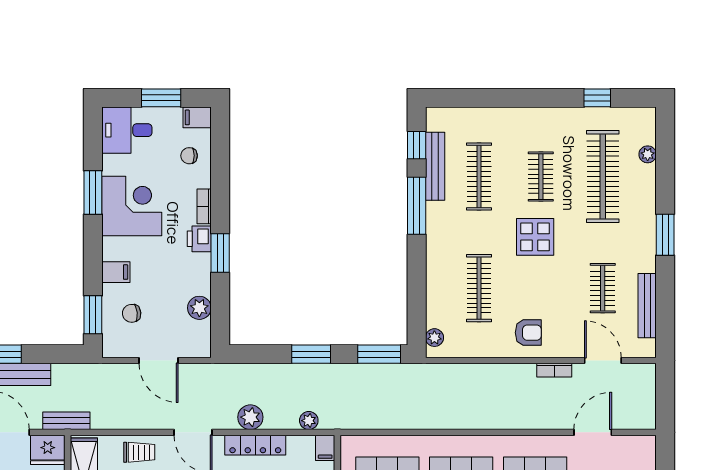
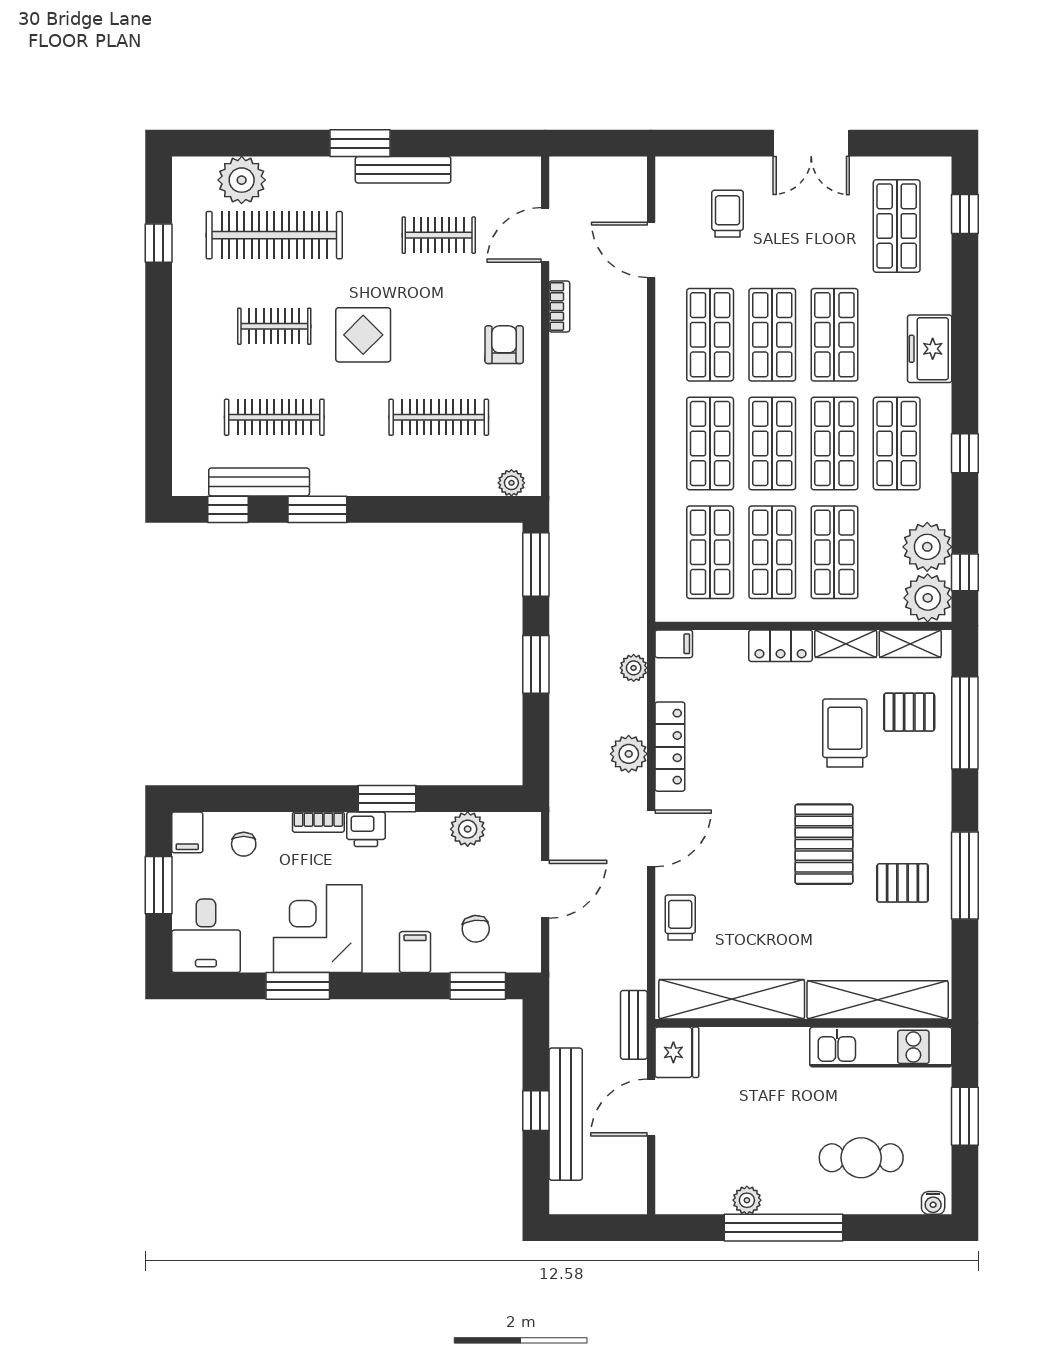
plant: (648, 154) -> (242, 180), width x1.87, depth x1.87
window: (417, 206) -> (317, 509), width x0.69
bench: (647, 306) -> (403, 170), moved

